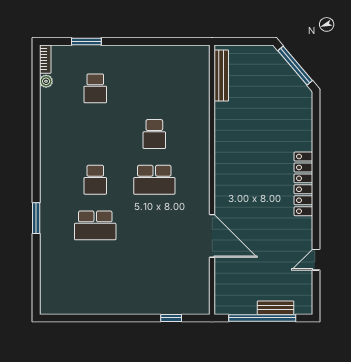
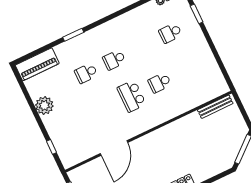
school desk: (95, 225) -> (86, 73), width x0.54
piano: (53, 285) -> (37, 64), added
plant: (112, 301) -> (44, 105), added

